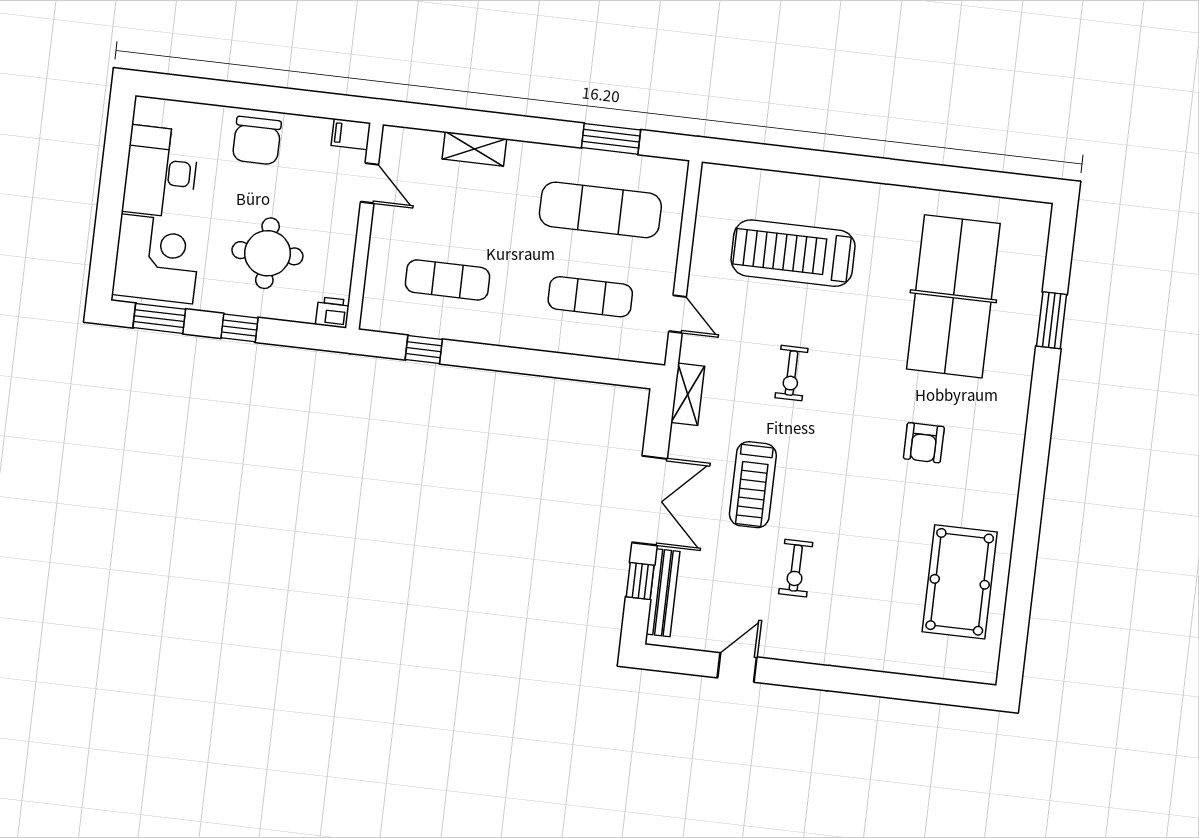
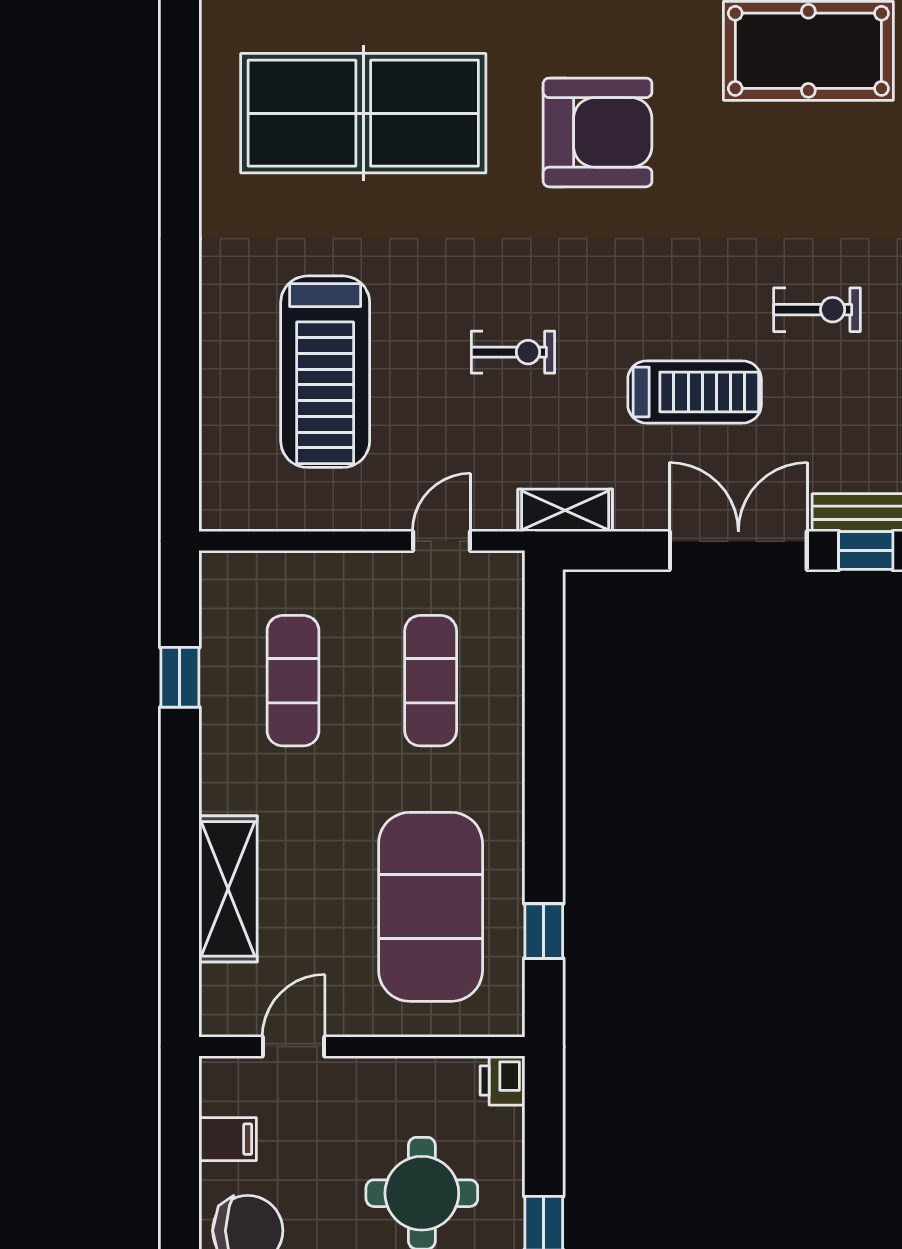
filing cabinet: (351, 134) -> (228, 1139), moved, turned -90
window: (611, 139) -> (180, 677), width x0.67
shelving: (474, 149) -> (228, 889), width x1.50, depth x1.33
exercise mat: (600, 210) -> (293, 681), width x0.73, depth x0.69
exercise mat: (448, 280) -> (431, 907), width x2.00, depth x1.45
armchair: (924, 443) -> (598, 132), width x1.88, depth x1.88

